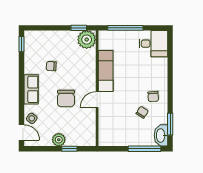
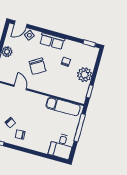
plant: (87, 40) -> (85, 75), moved
exam couch: (106, 71) -> (63, 106), moved
chair: (66, 99) -> (37, 66), turned -121
door: (97, 100) -> (20, 87), moved

